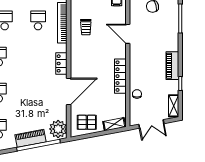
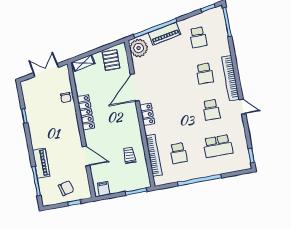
piano: (172, 66) -> (41, 163), moved
shelving: (174, 106) -> (27, 92), removed
pallet: (87, 122) -> (111, 60), turned 90

